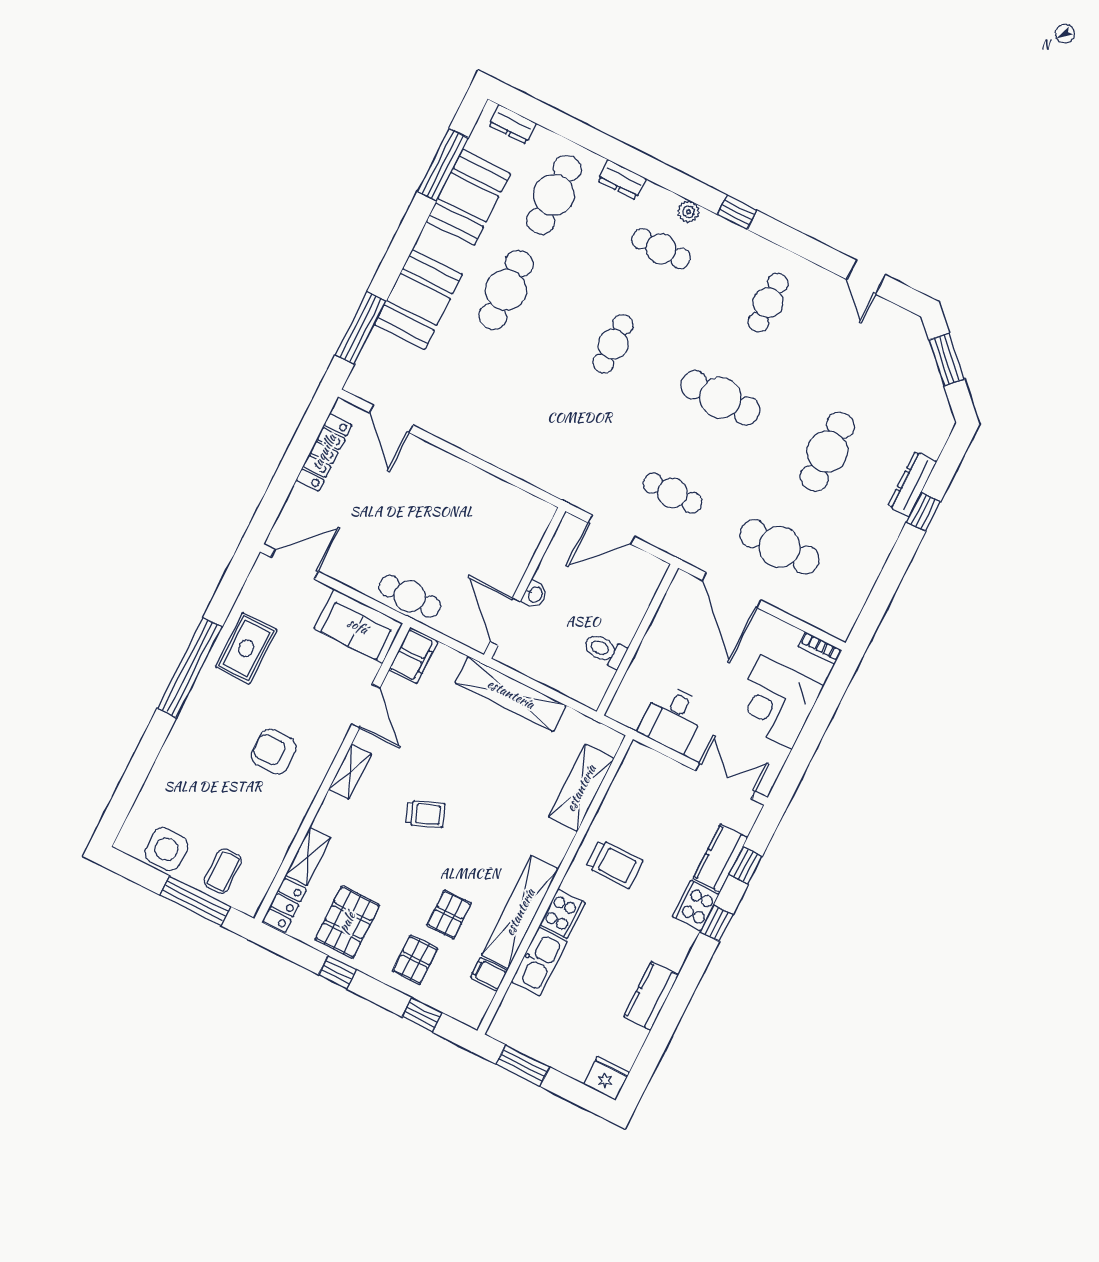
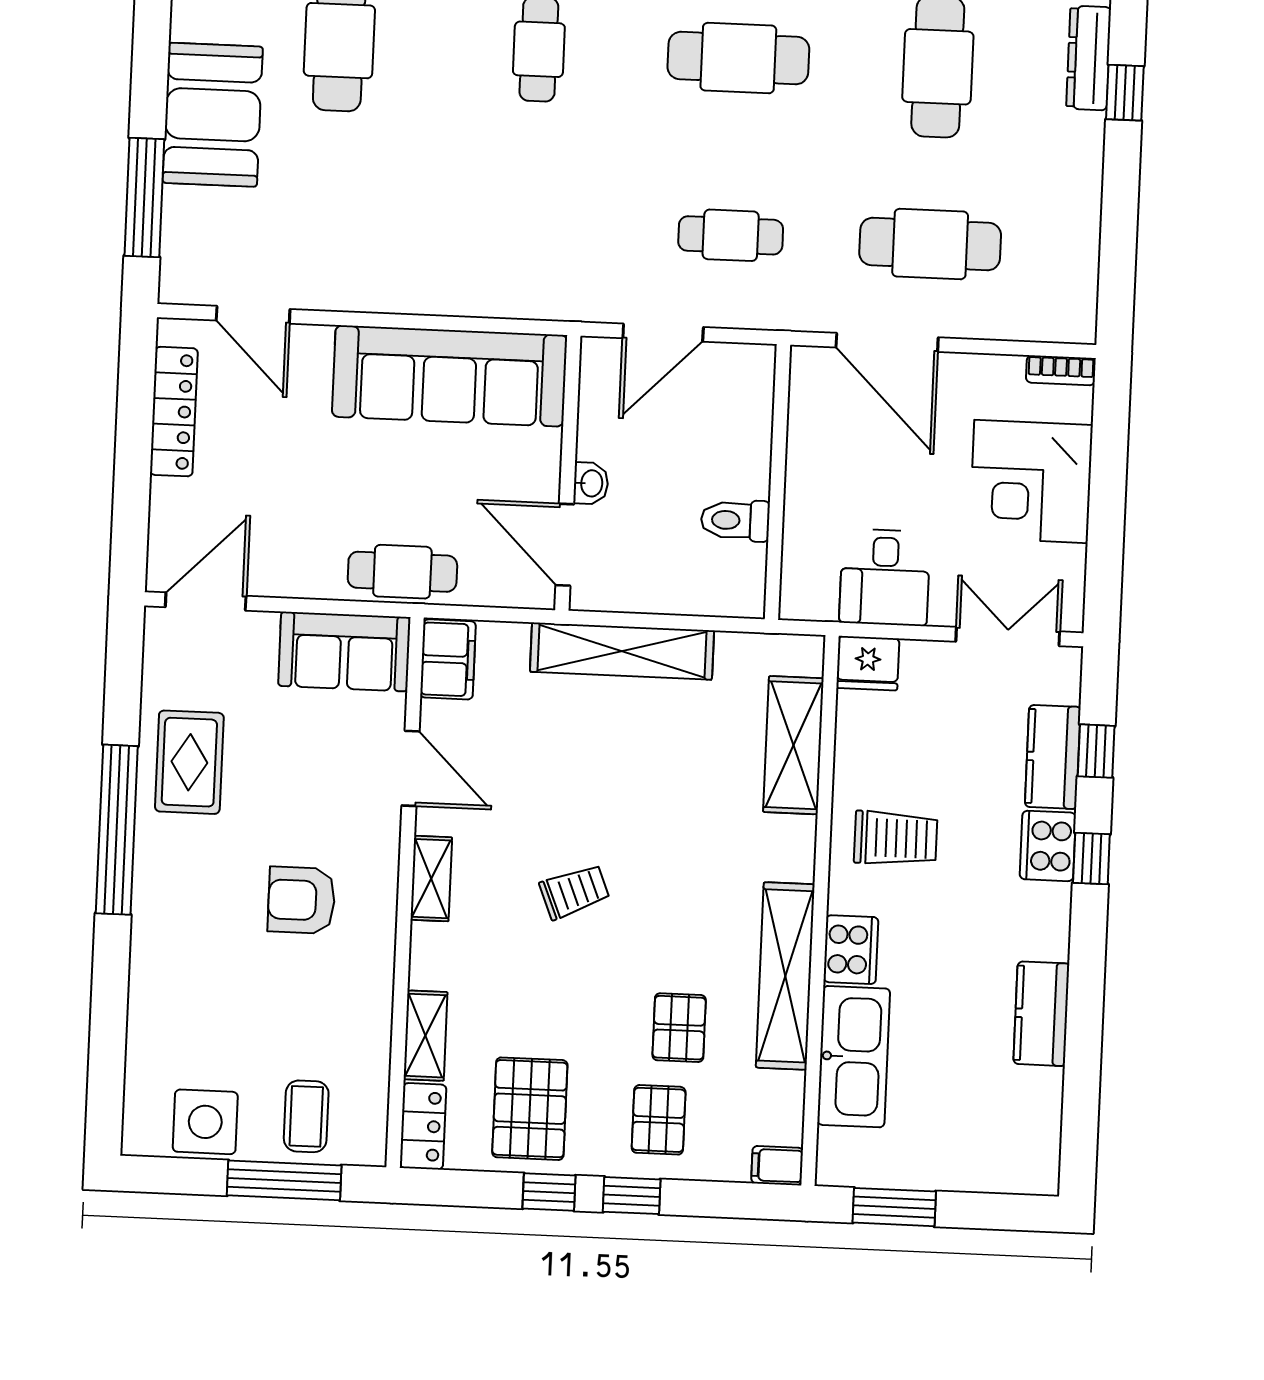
sofa: (484, 501) -> (450, 376), added
kitchen sink: (539, 961) -> (854, 1057), width x1.36, depth x1.24
filing cabinet: (489, 974) -> (777, 1166), moved
window: (422, 1015) -> (632, 1196), moved
fridge: (606, 1078) -> (868, 663), moved, turned 180

